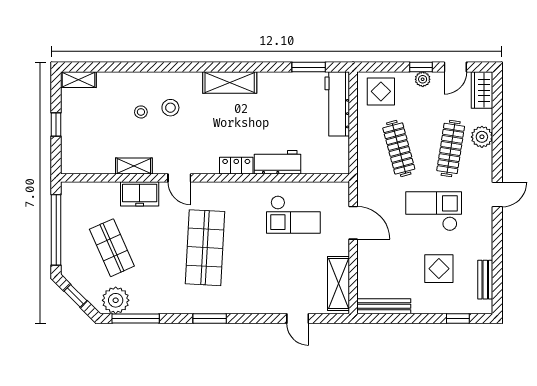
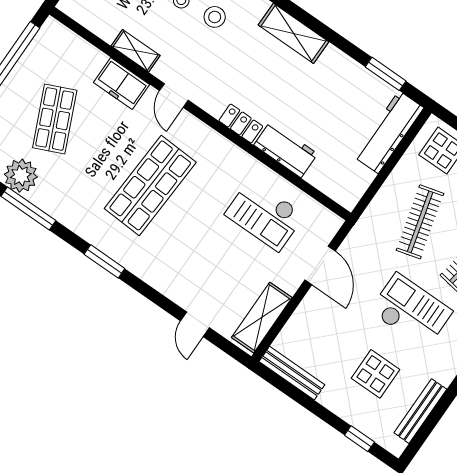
bench: (485, 280) -> (420, 411), width x1.36

